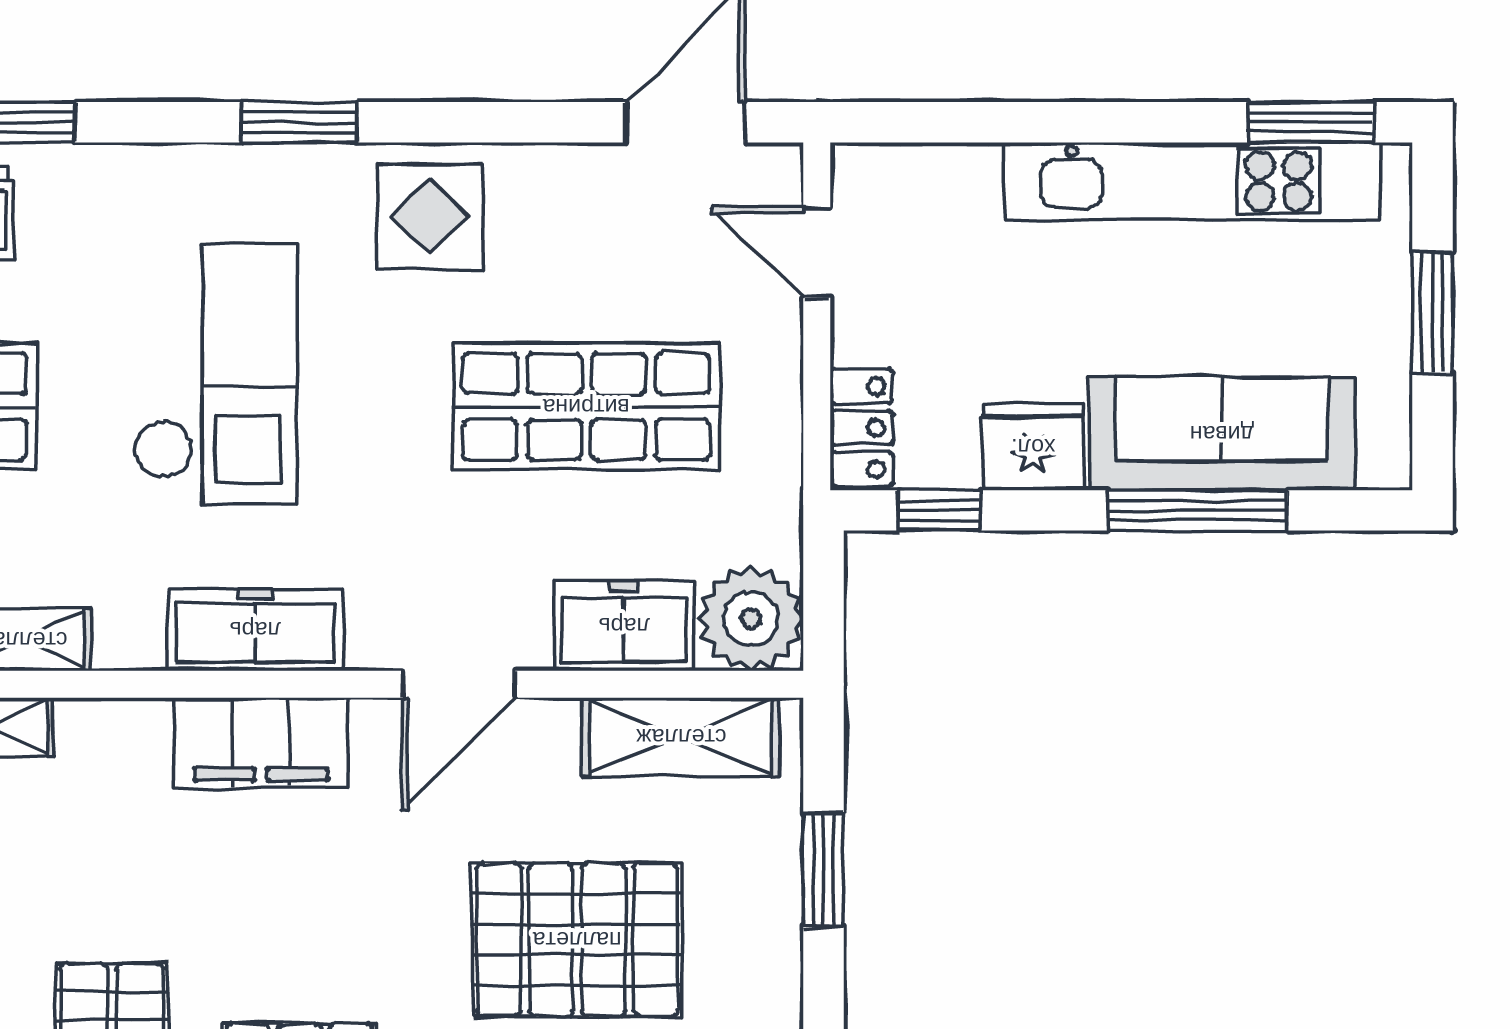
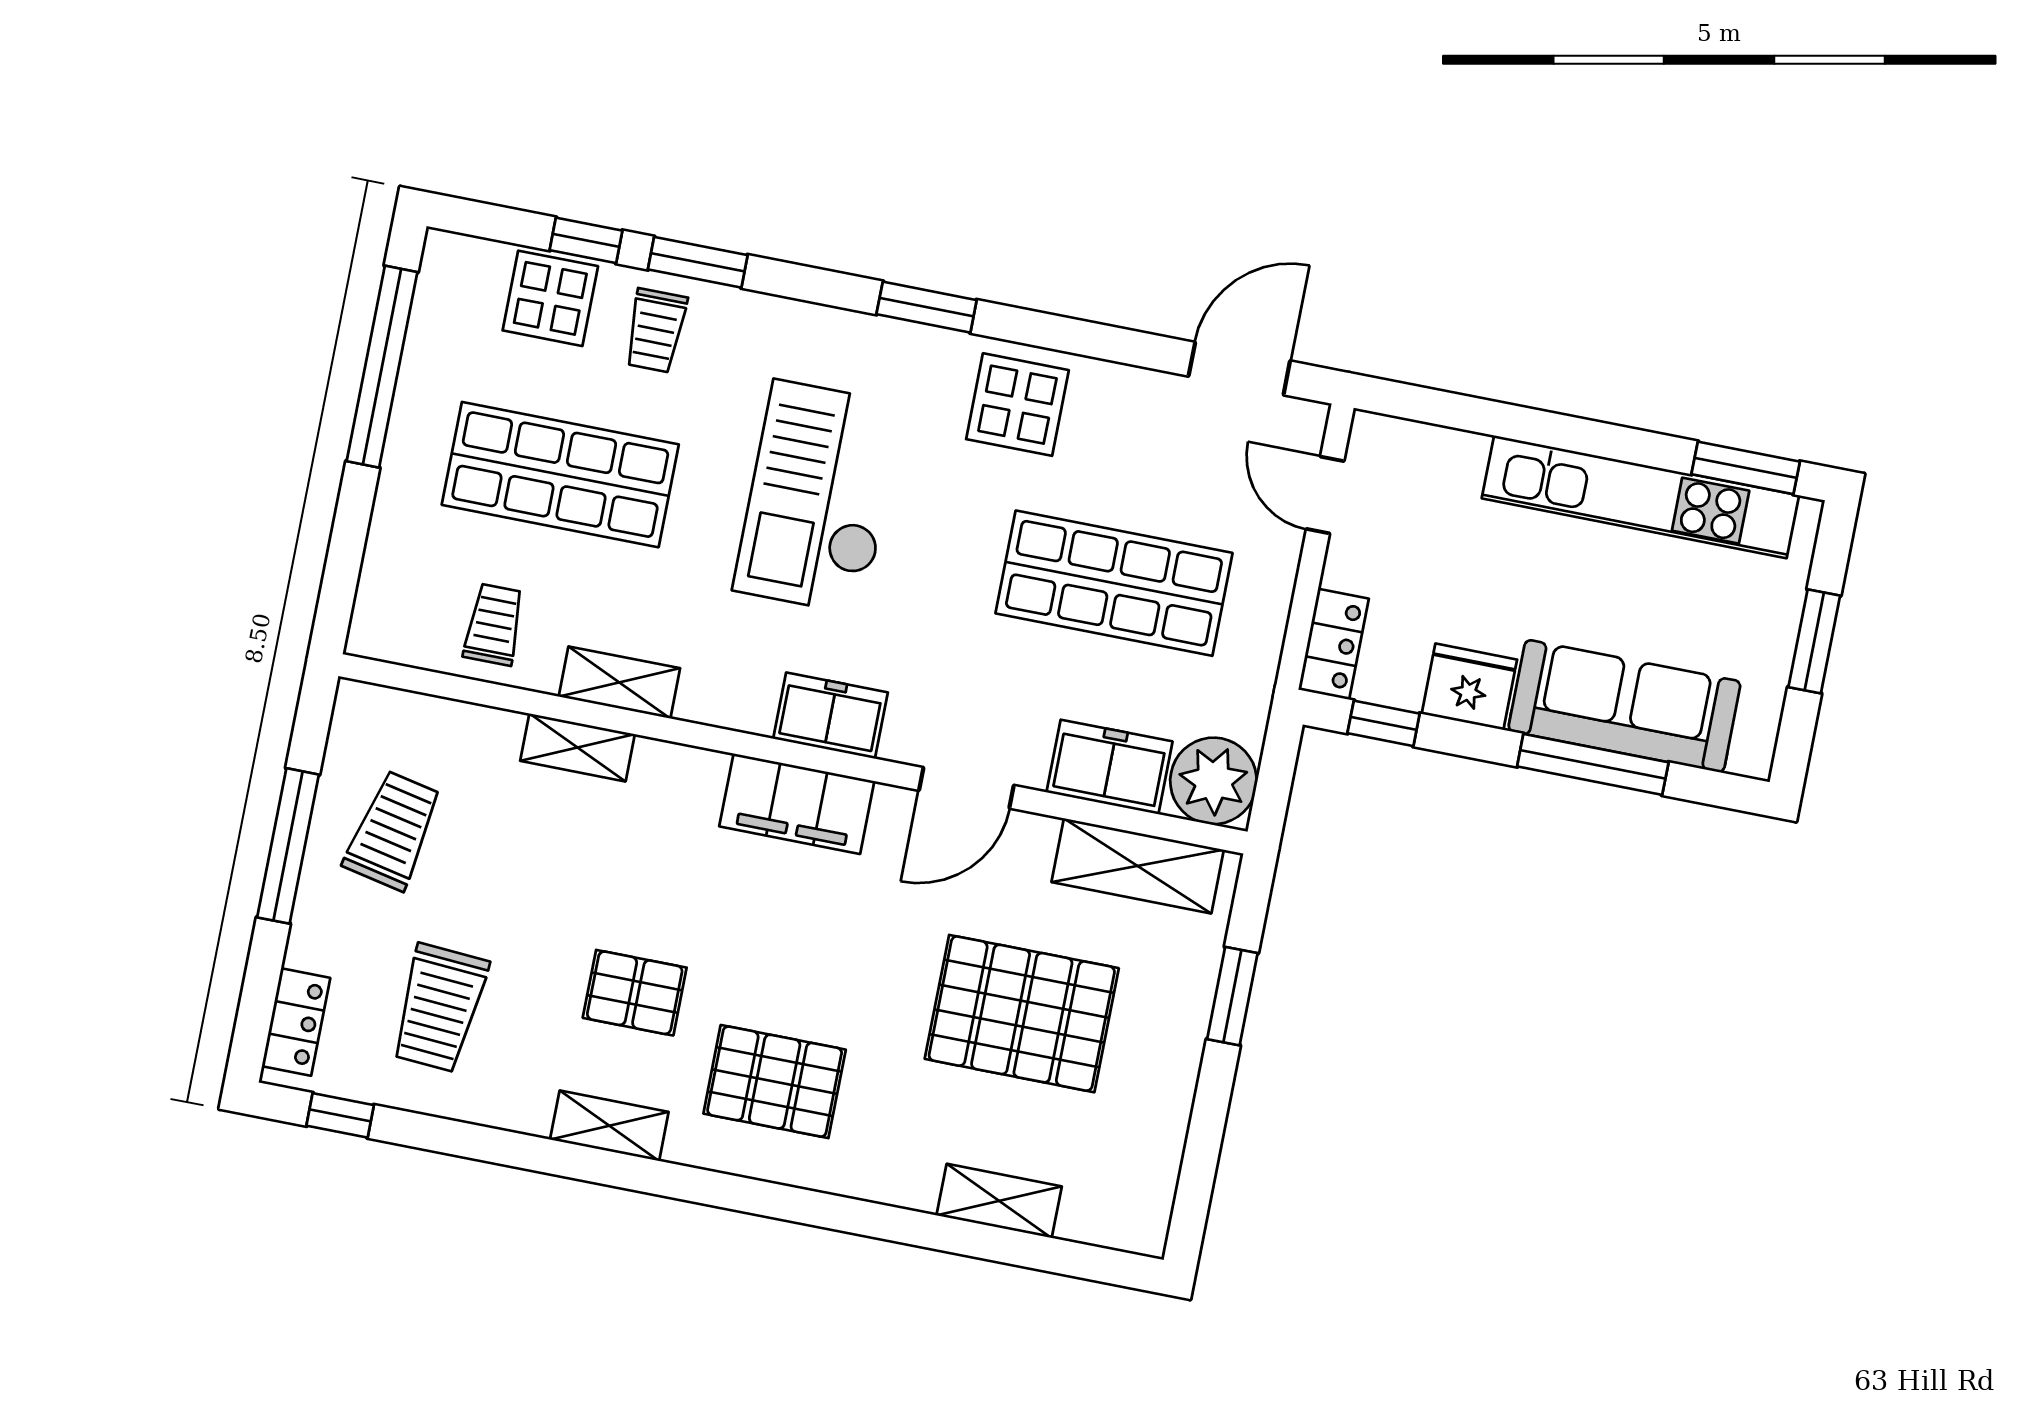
checkout: (215, 373) -> (819, 497), turned 180
freezer: (255, 630) -> (830, 716), width x0.71

